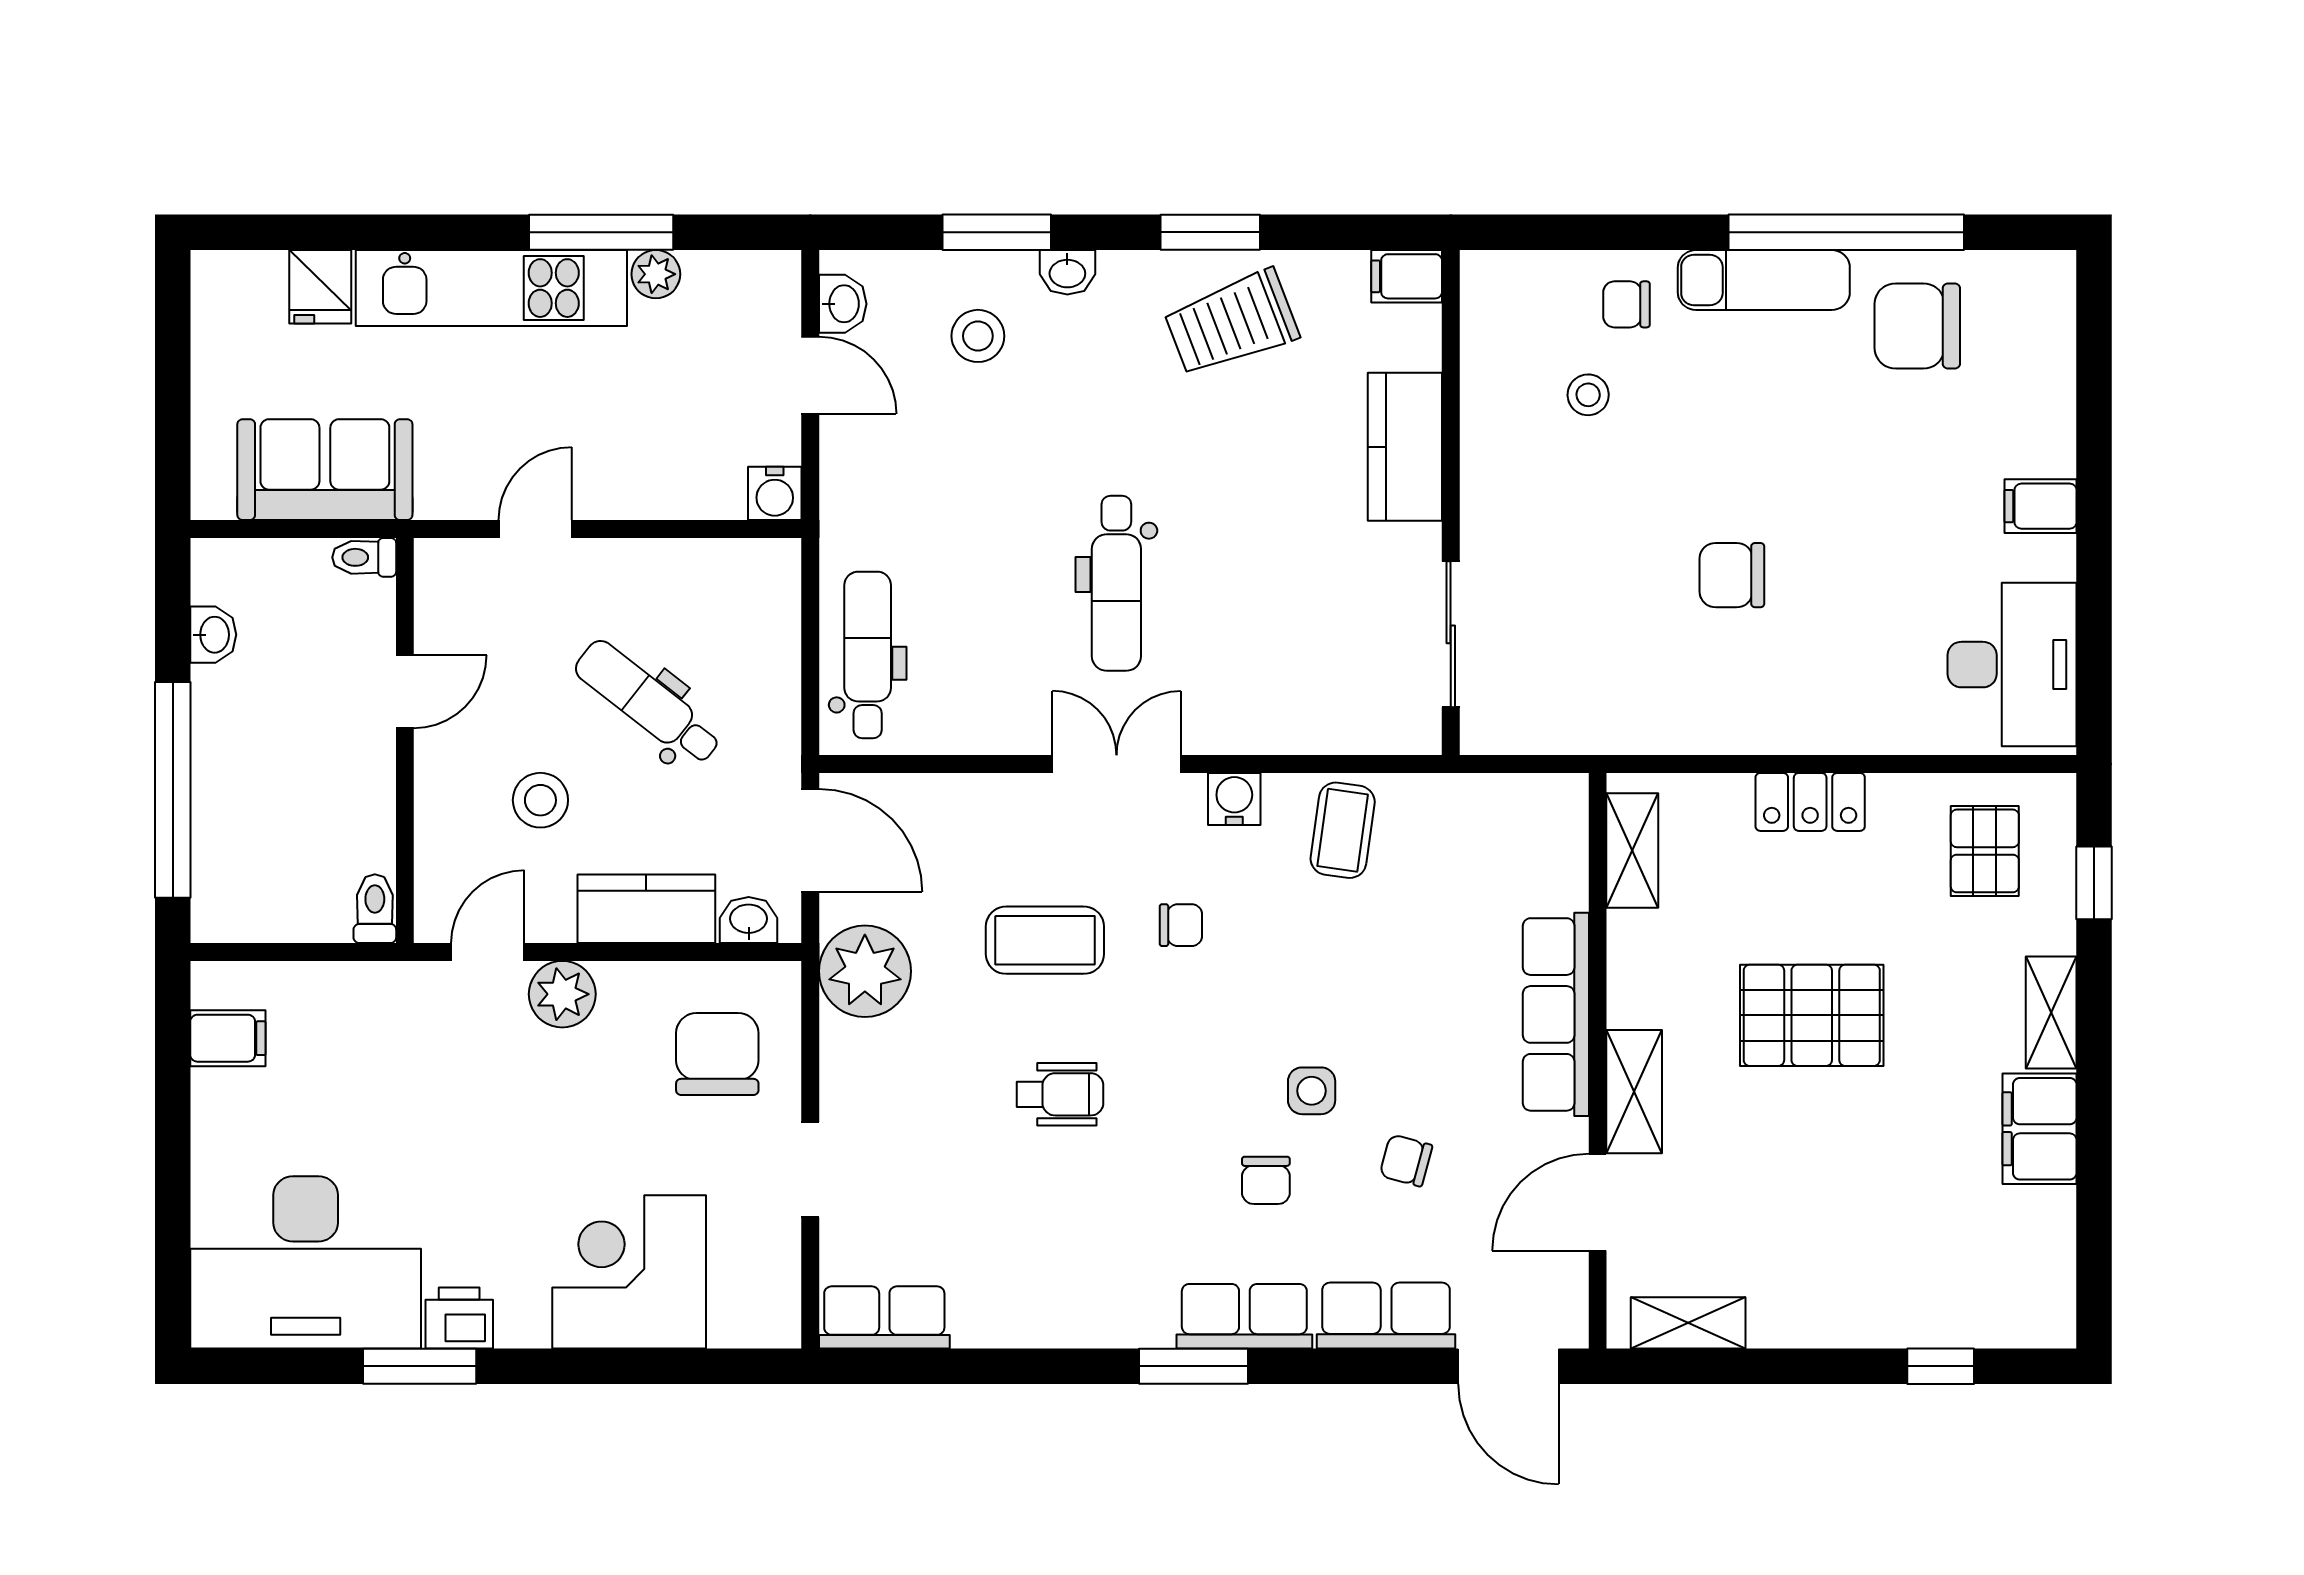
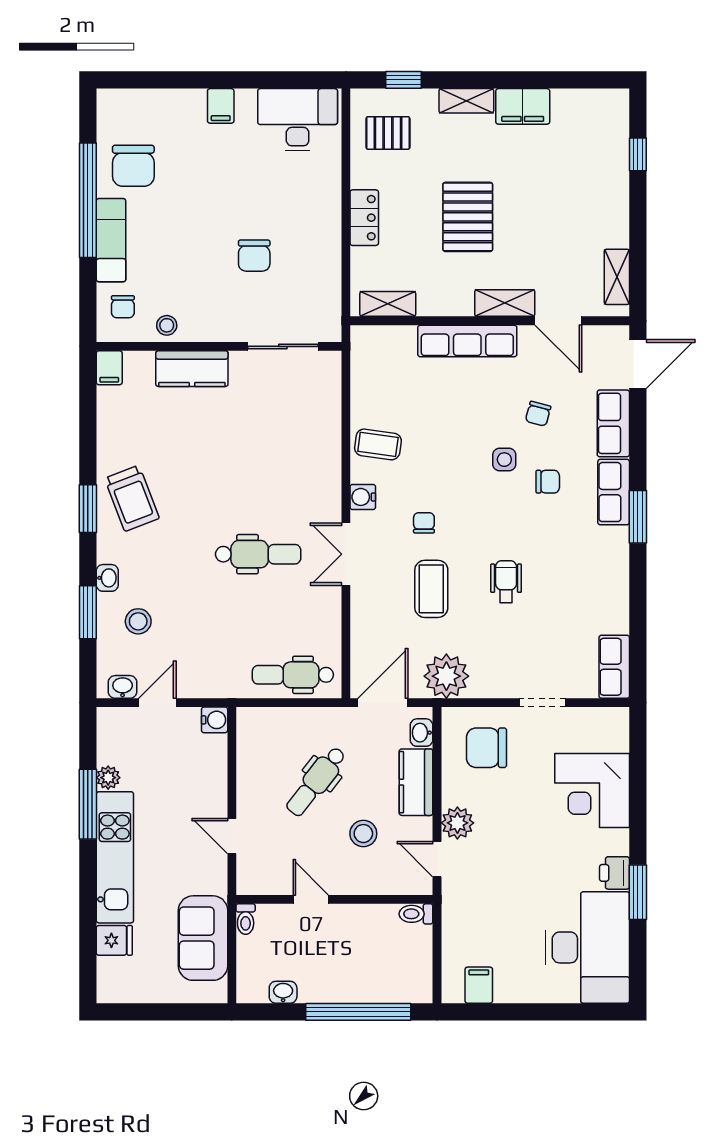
filing cabinet: (1407, 276) -> (109, 368), moved
kitchen counter: (1405, 447) -> (192, 369), moved
wall: (1451, 503) -> (219, 346), moved
sliding door: (1451, 634) -> (283, 346), moved

